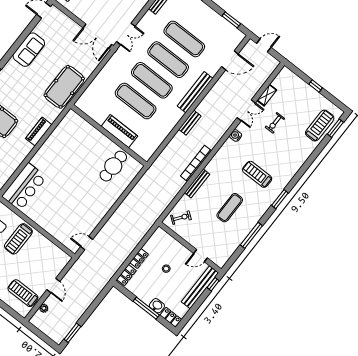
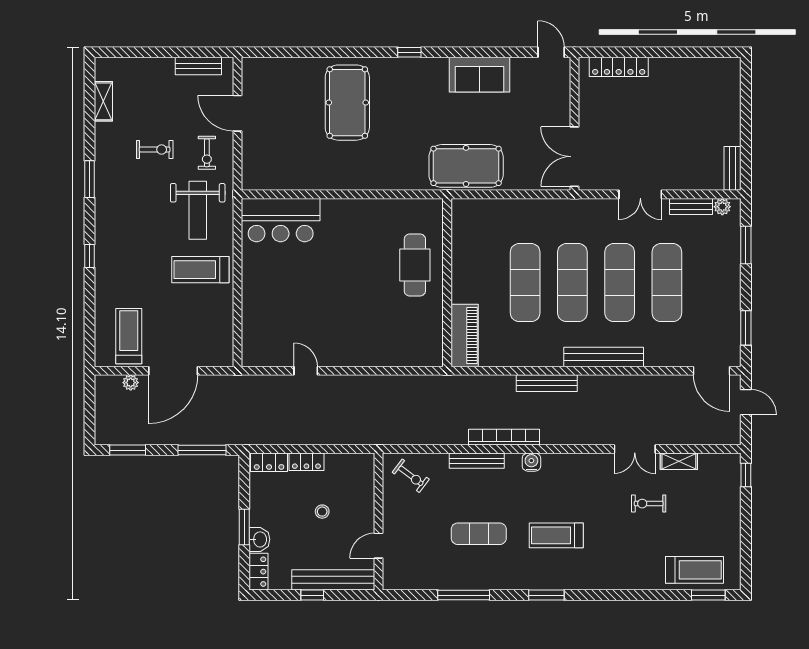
double door: (126, 34) -> (640, 194), moved
door: (230, 60) -> (712, 371), moved
window: (316, 86) -> (746, 475), moved
bench: (190, 123) -> (547, 383), width x1.36
piano: (119, 131) -> (465, 335), moved
piano: (39, 132) -> (374, 179), removed
water cooler: (236, 136) -> (531, 462), moved
cafe table: (113, 166) -> (415, 265), moved, turned 90
treadmill: (257, 174) -> (556, 535), turned -90
door: (87, 243) -> (306, 371), moved
door: (201, 256) -> (379, 546), hinge flipped
window: (213, 284) -> (312, 595), moved
door: (53, 286) -> (173, 371), width x1.88
window: (98, 300) -> (202, 450), added
window: (146, 308) -> (244, 527), width x0.69

